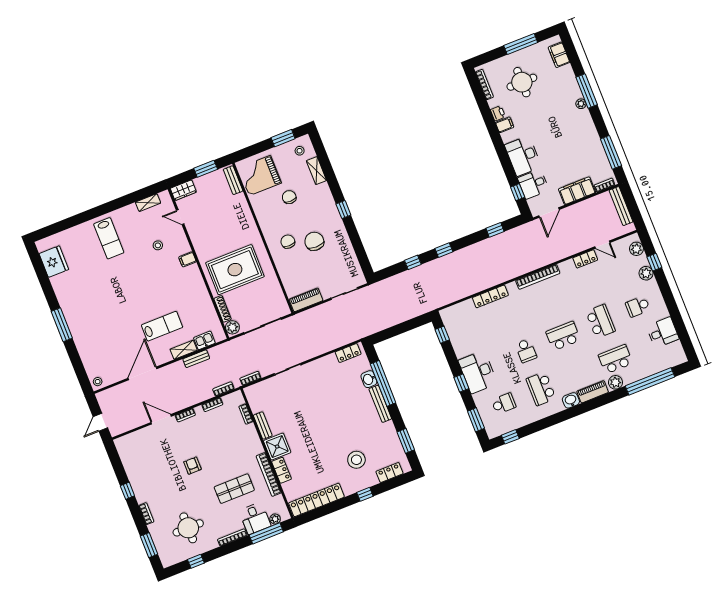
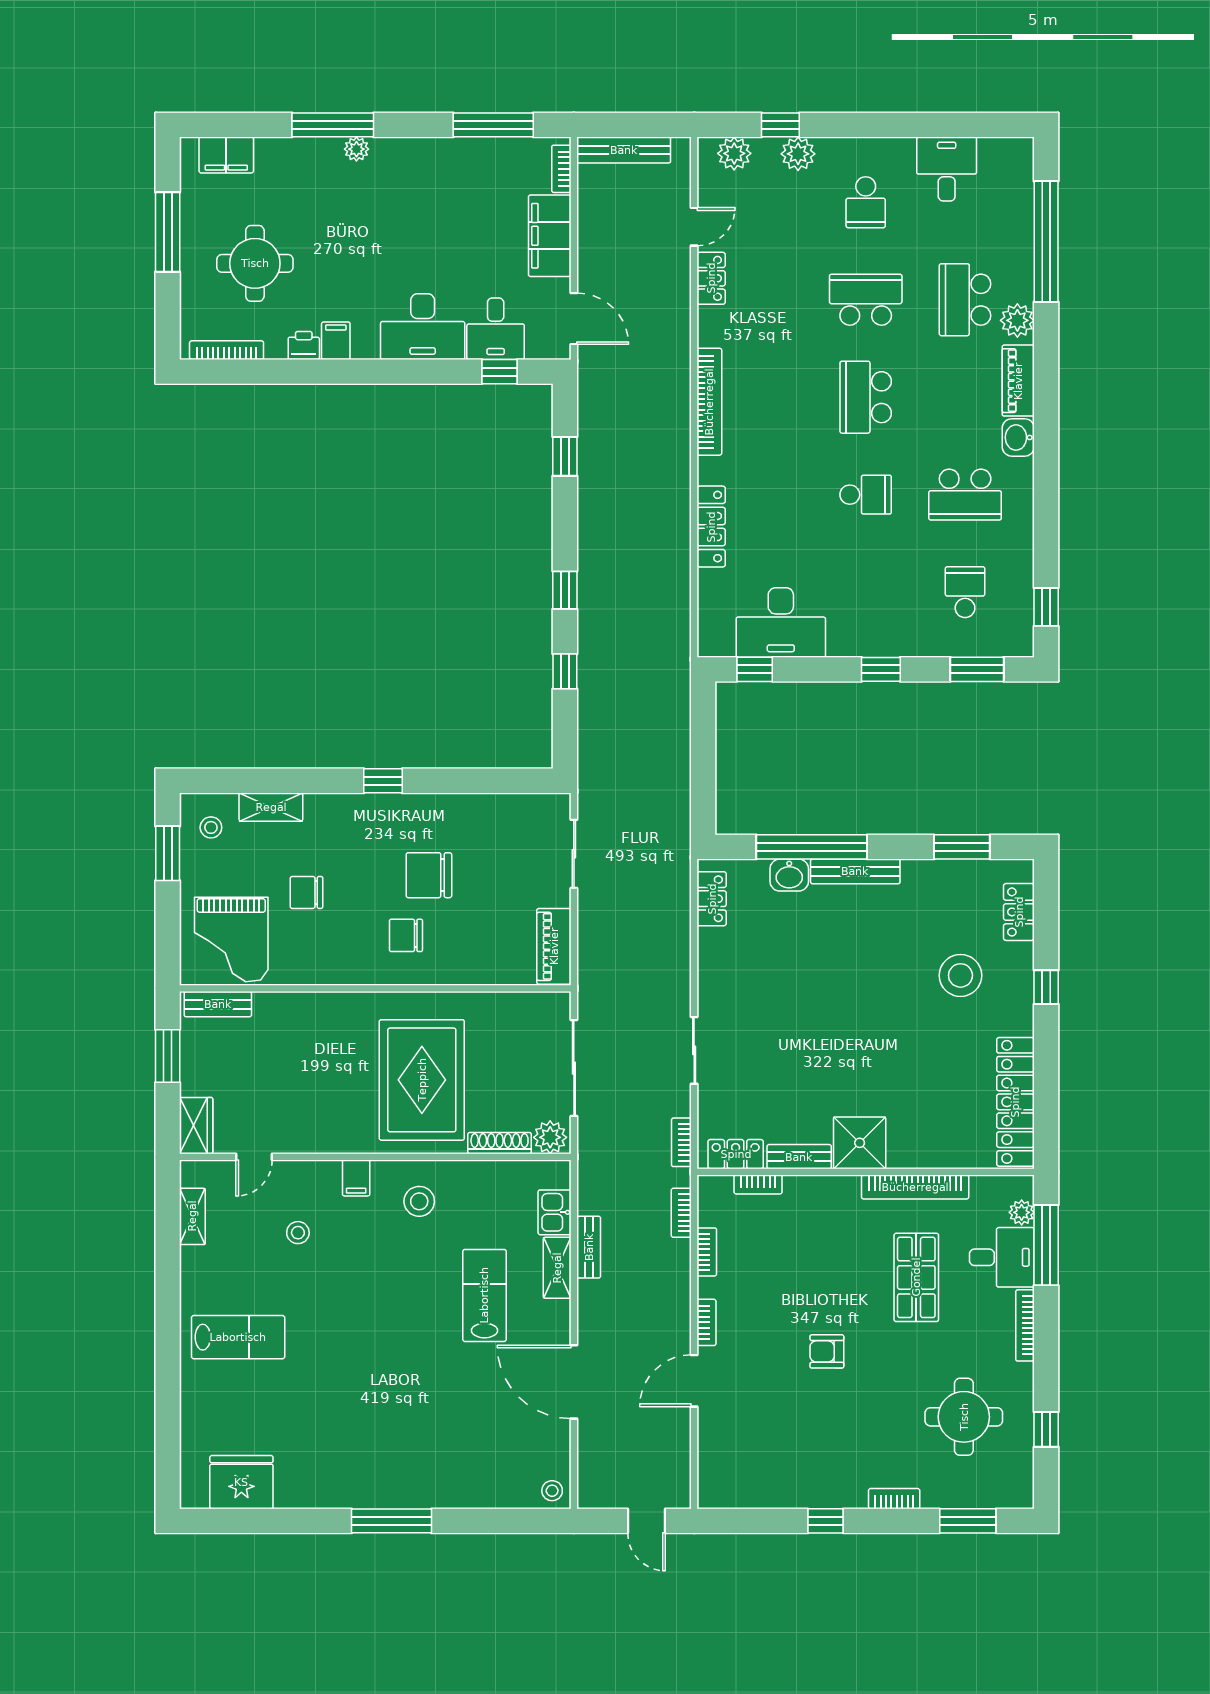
stool: (188, 287) -> (419, 1201), added
desk: (478, 372) -> (781, 622), moved
locker: (282, 470) -> (736, 1154), moved

